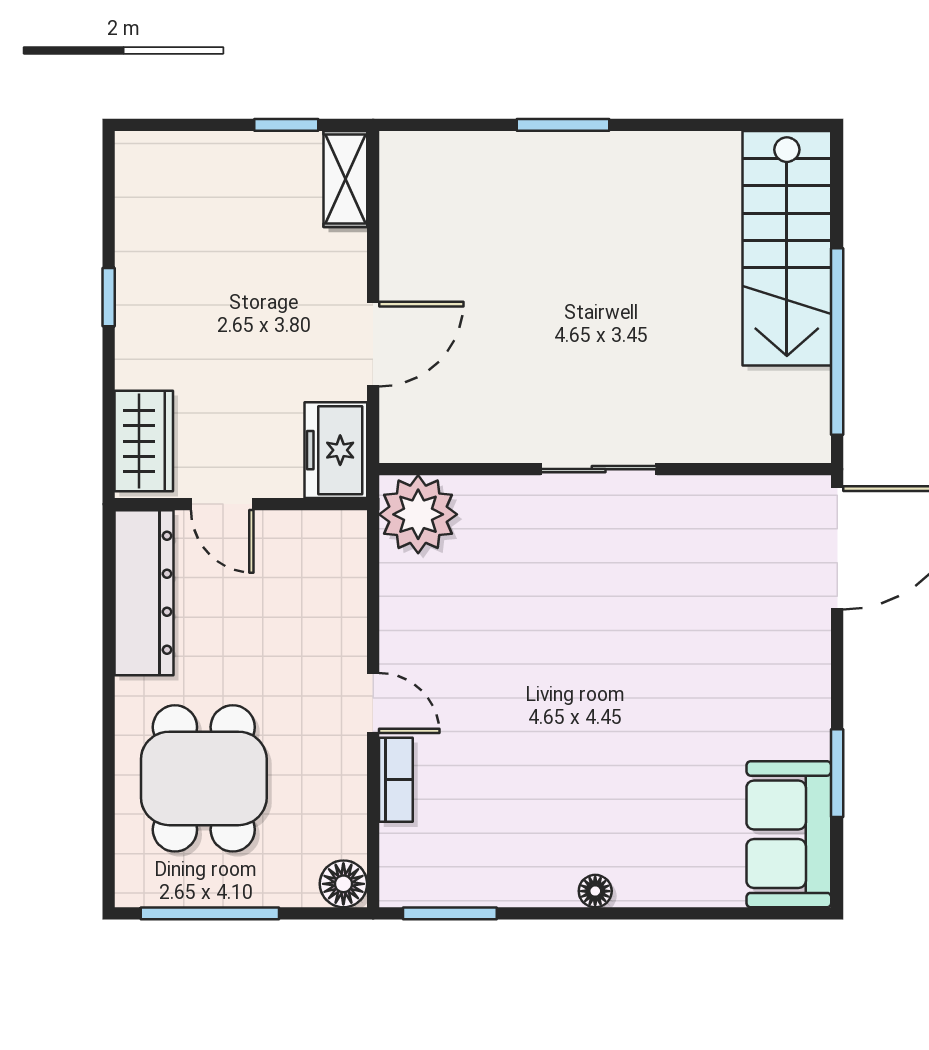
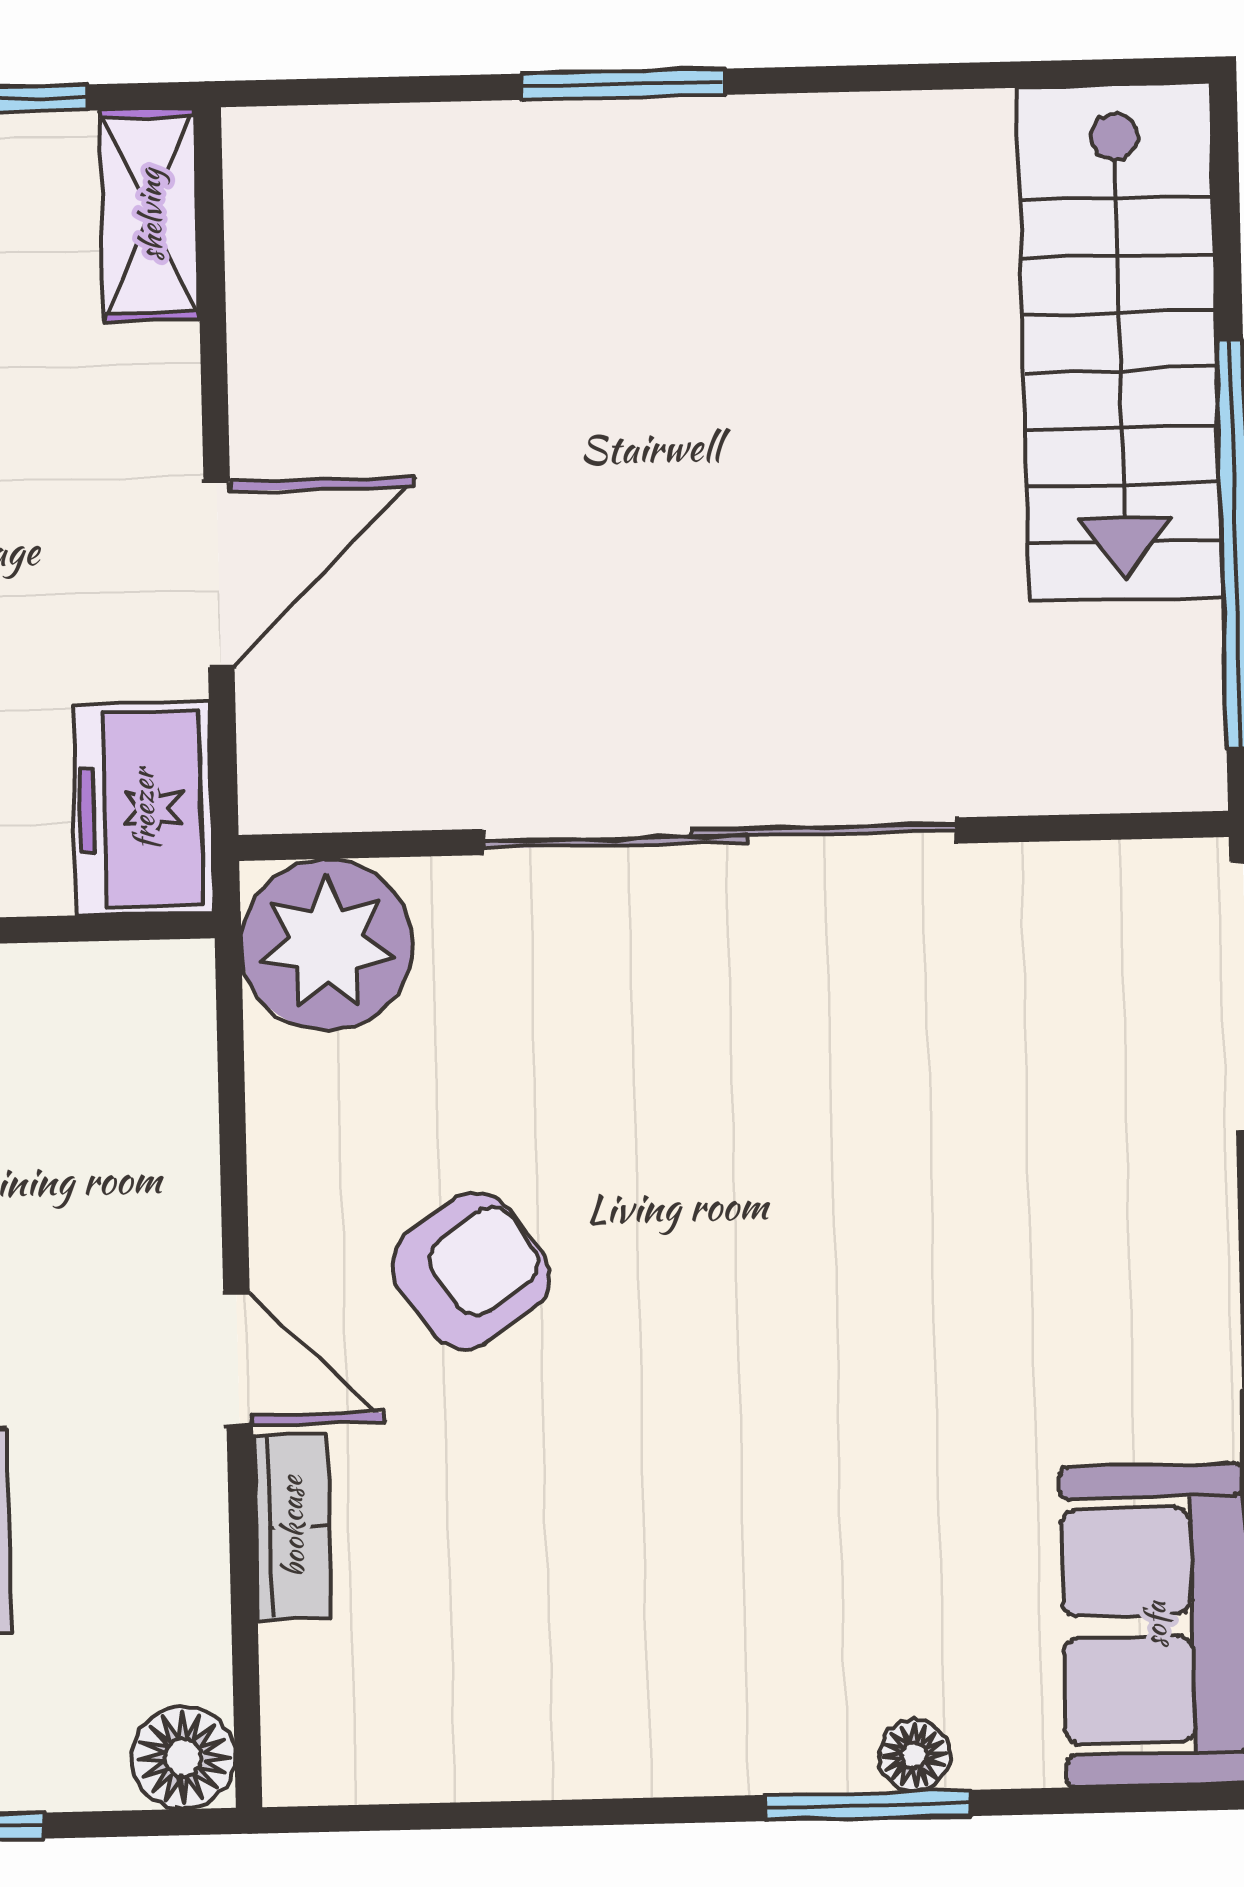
sliding door: (599, 469) -> (720, 836), width x1.86
armchair: (480, 665) -> (471, 1271), added
floor lamp: (595, 891) -> (914, 1755), moved
window: (450, 913) -> (868, 1805), moved

